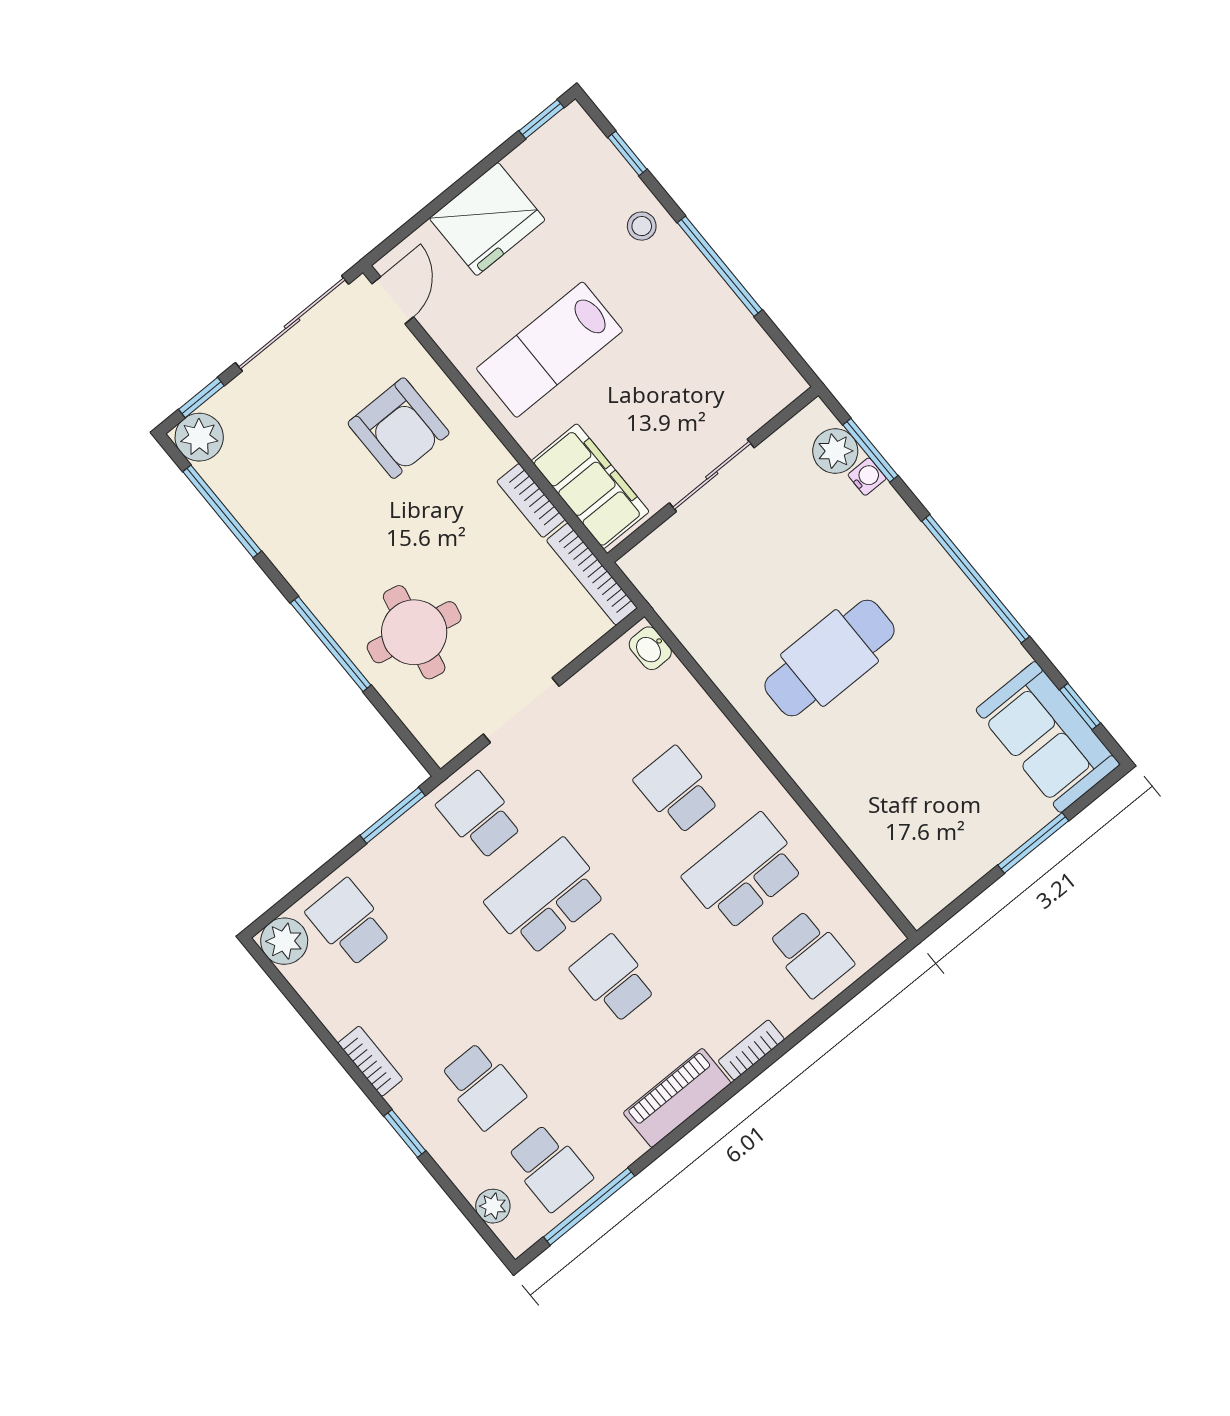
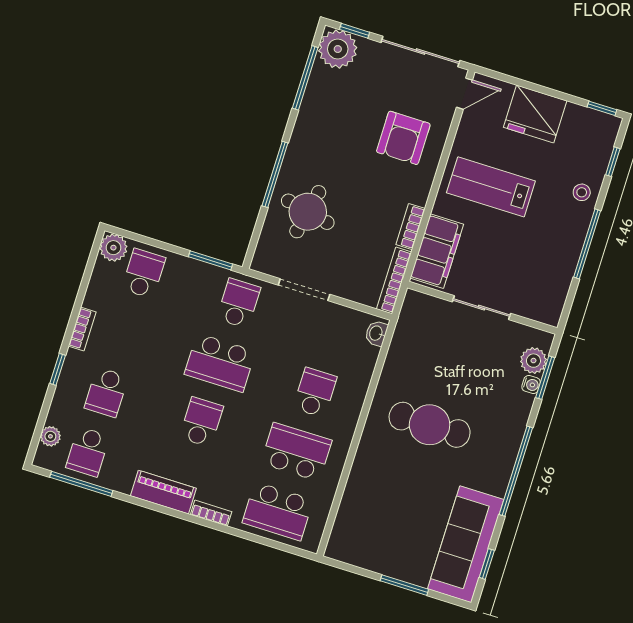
plant: (199, 437) -> (338, 49), width x1.36, depth x1.36
sofa: (1048, 737) -> (466, 544), width x1.36
school desk: (546, 897) -> (220, 363), turned 180
school desk: (811, 954) -> (278, 511), width x1.85

